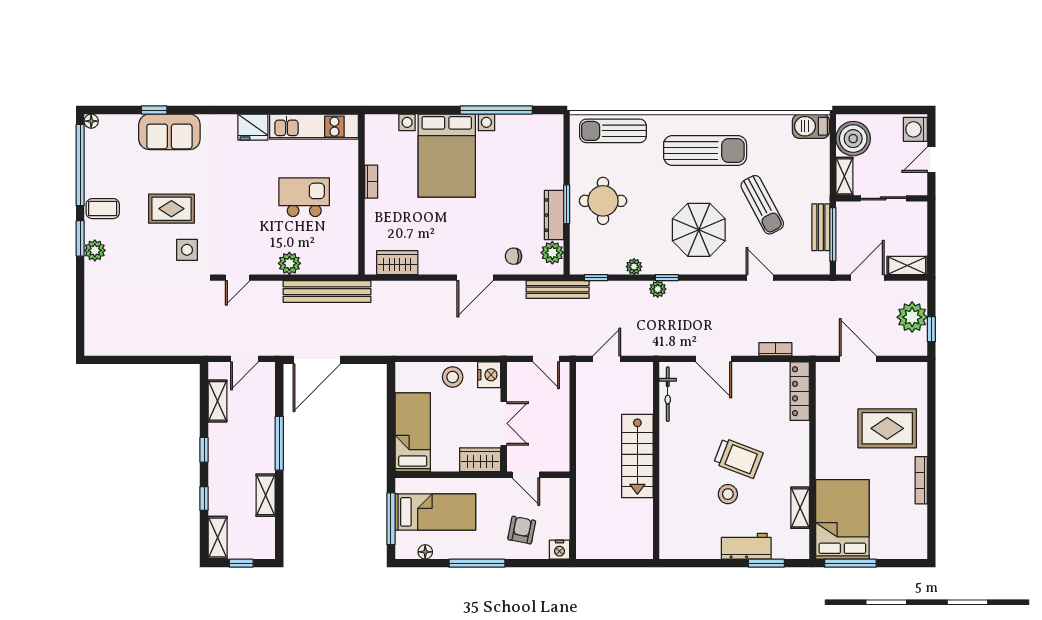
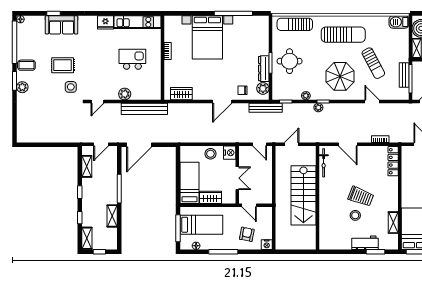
stairs: (637, 456) -> (303, 195), width x1.36, depth x1.51
wardrobe: (480, 460) -> (210, 197), moved

